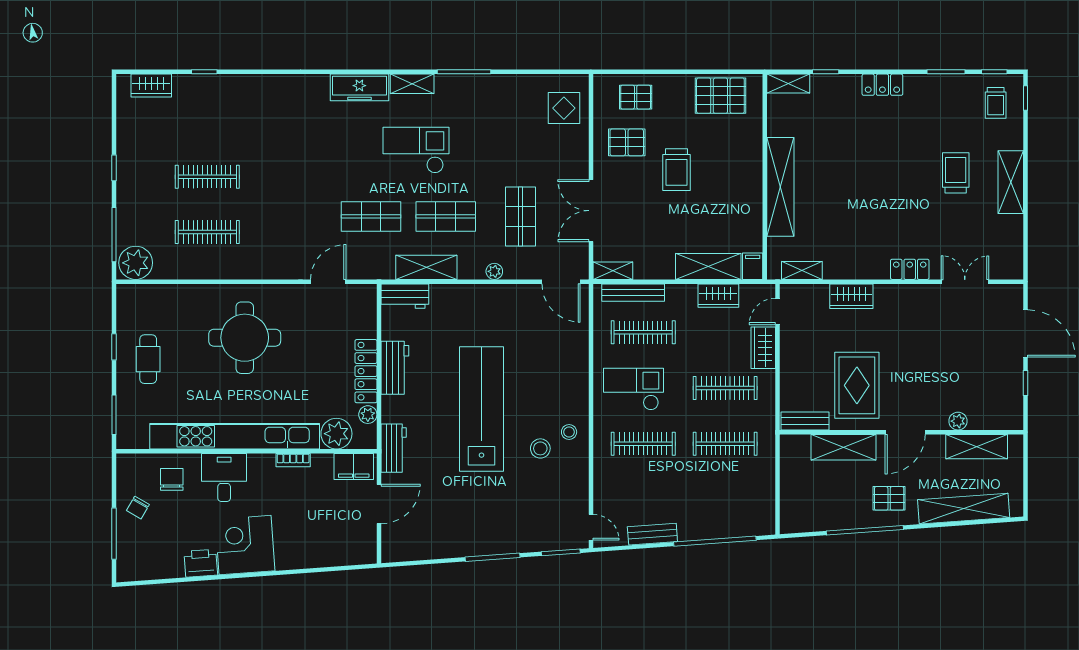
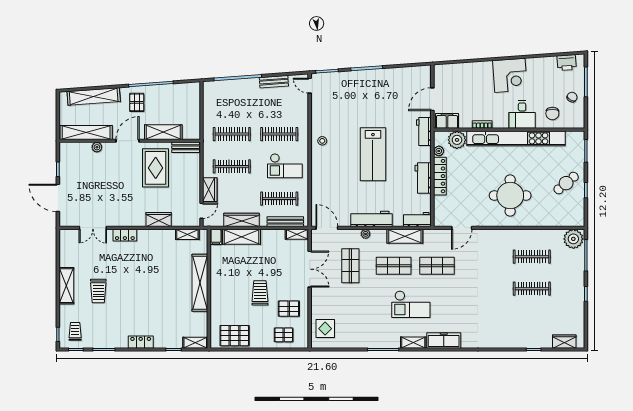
wardrobe: (718, 296) -> (242, 220), width x1.50
workbench: (484, 297) -> (372, 219), added
cafe table: (148, 359) -> (566, 183), turned 50
lab bench: (482, 409) -> (373, 154), width x0.73
shelving: (977, 447) -> (86, 132), width x1.47
stool: (540, 448) -> (339, 131), removed
pallet: (889, 498) -> (137, 102), turned 90
printer: (201, 563) -> (567, 63), moved

